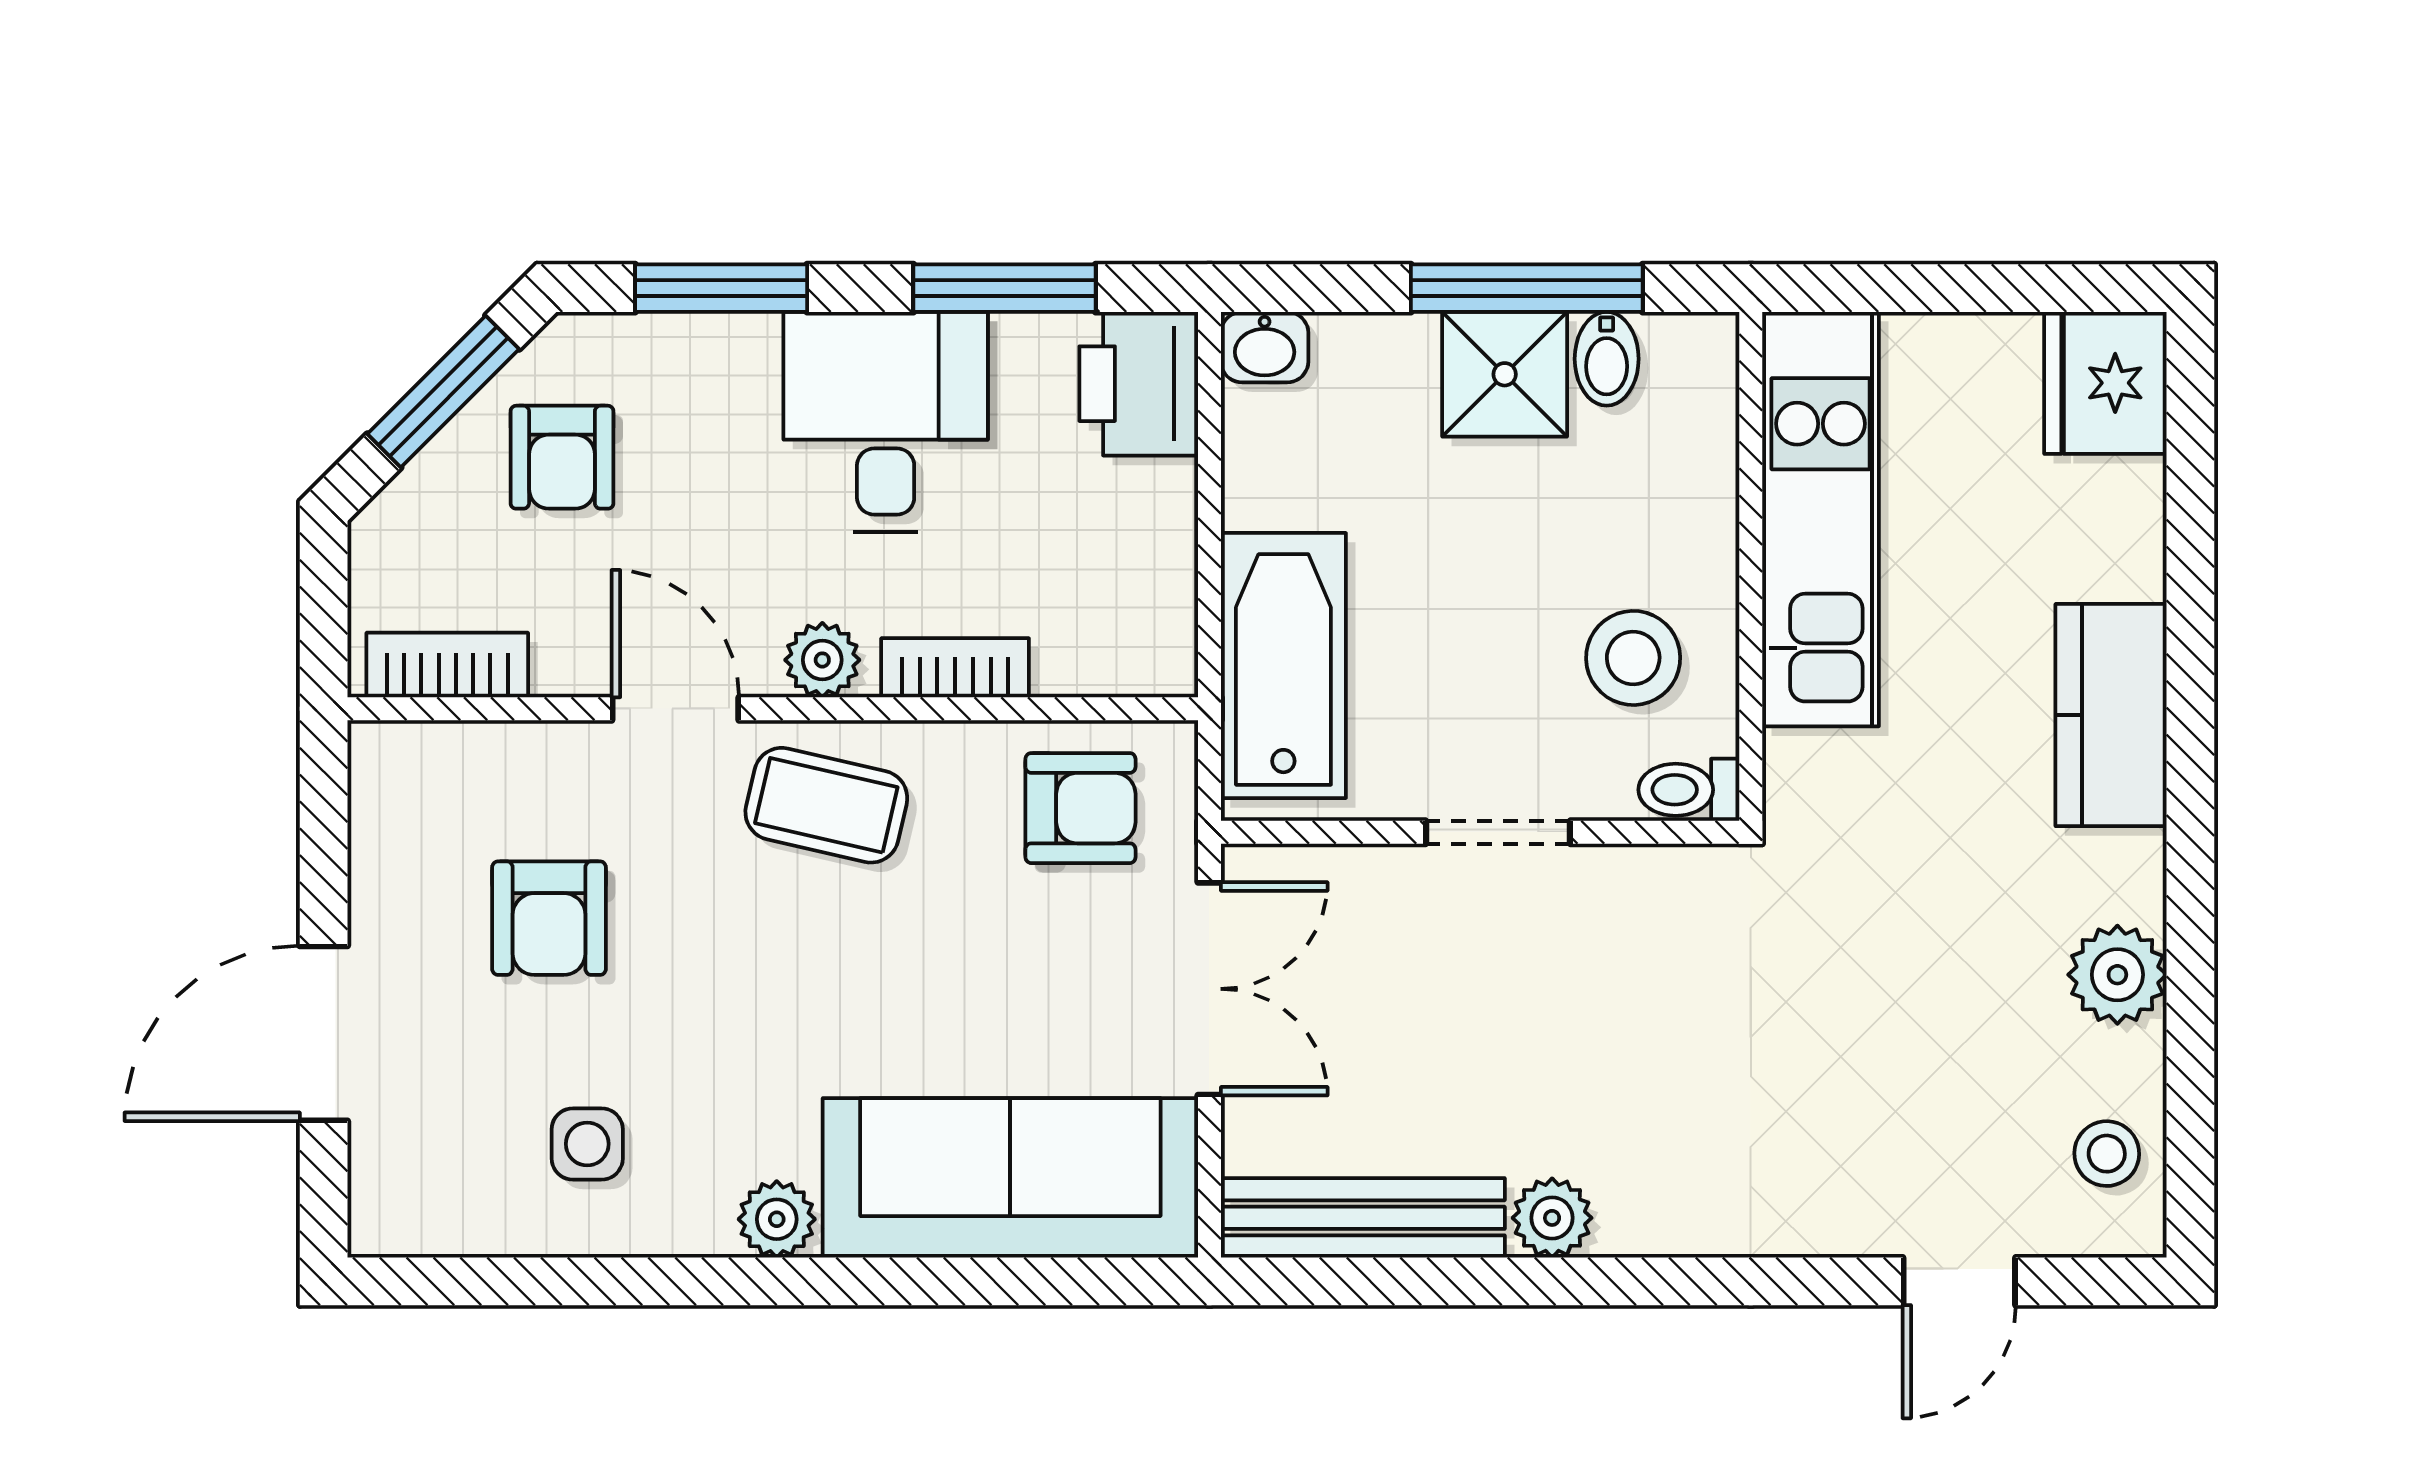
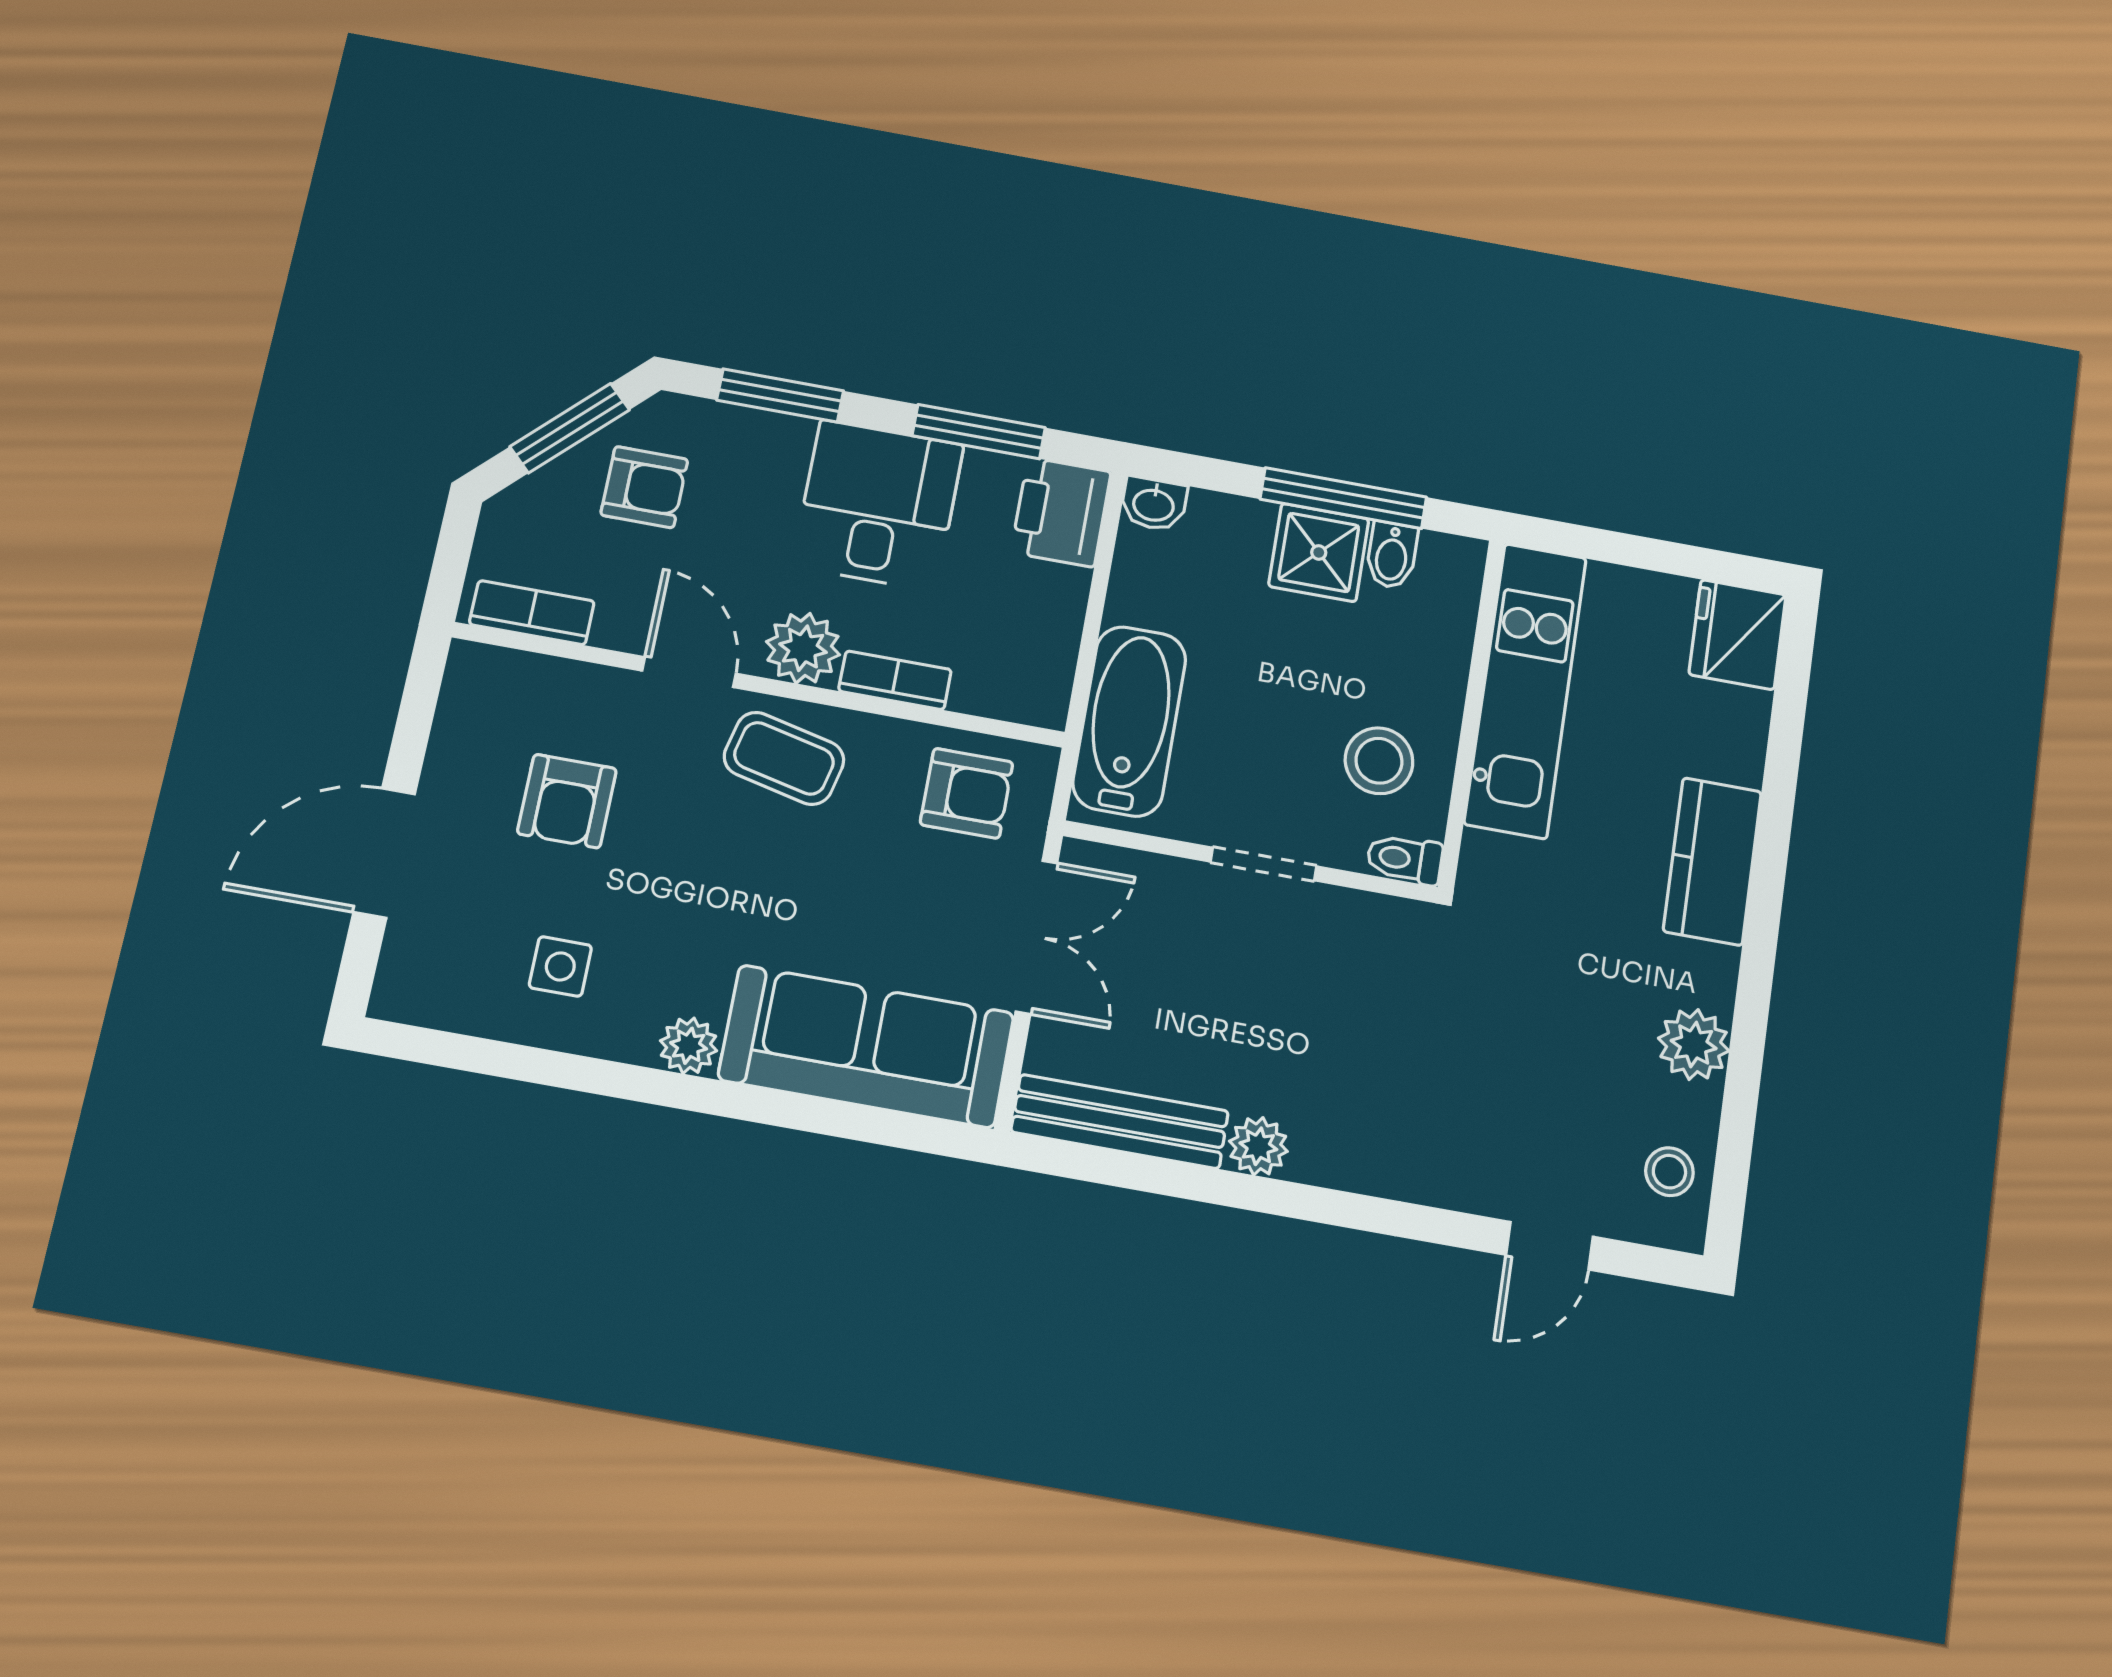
armchair: (562, 457) -> (644, 487), turned -90
plant: (822, 660) -> (803, 648), width x1.38, depth x1.38

